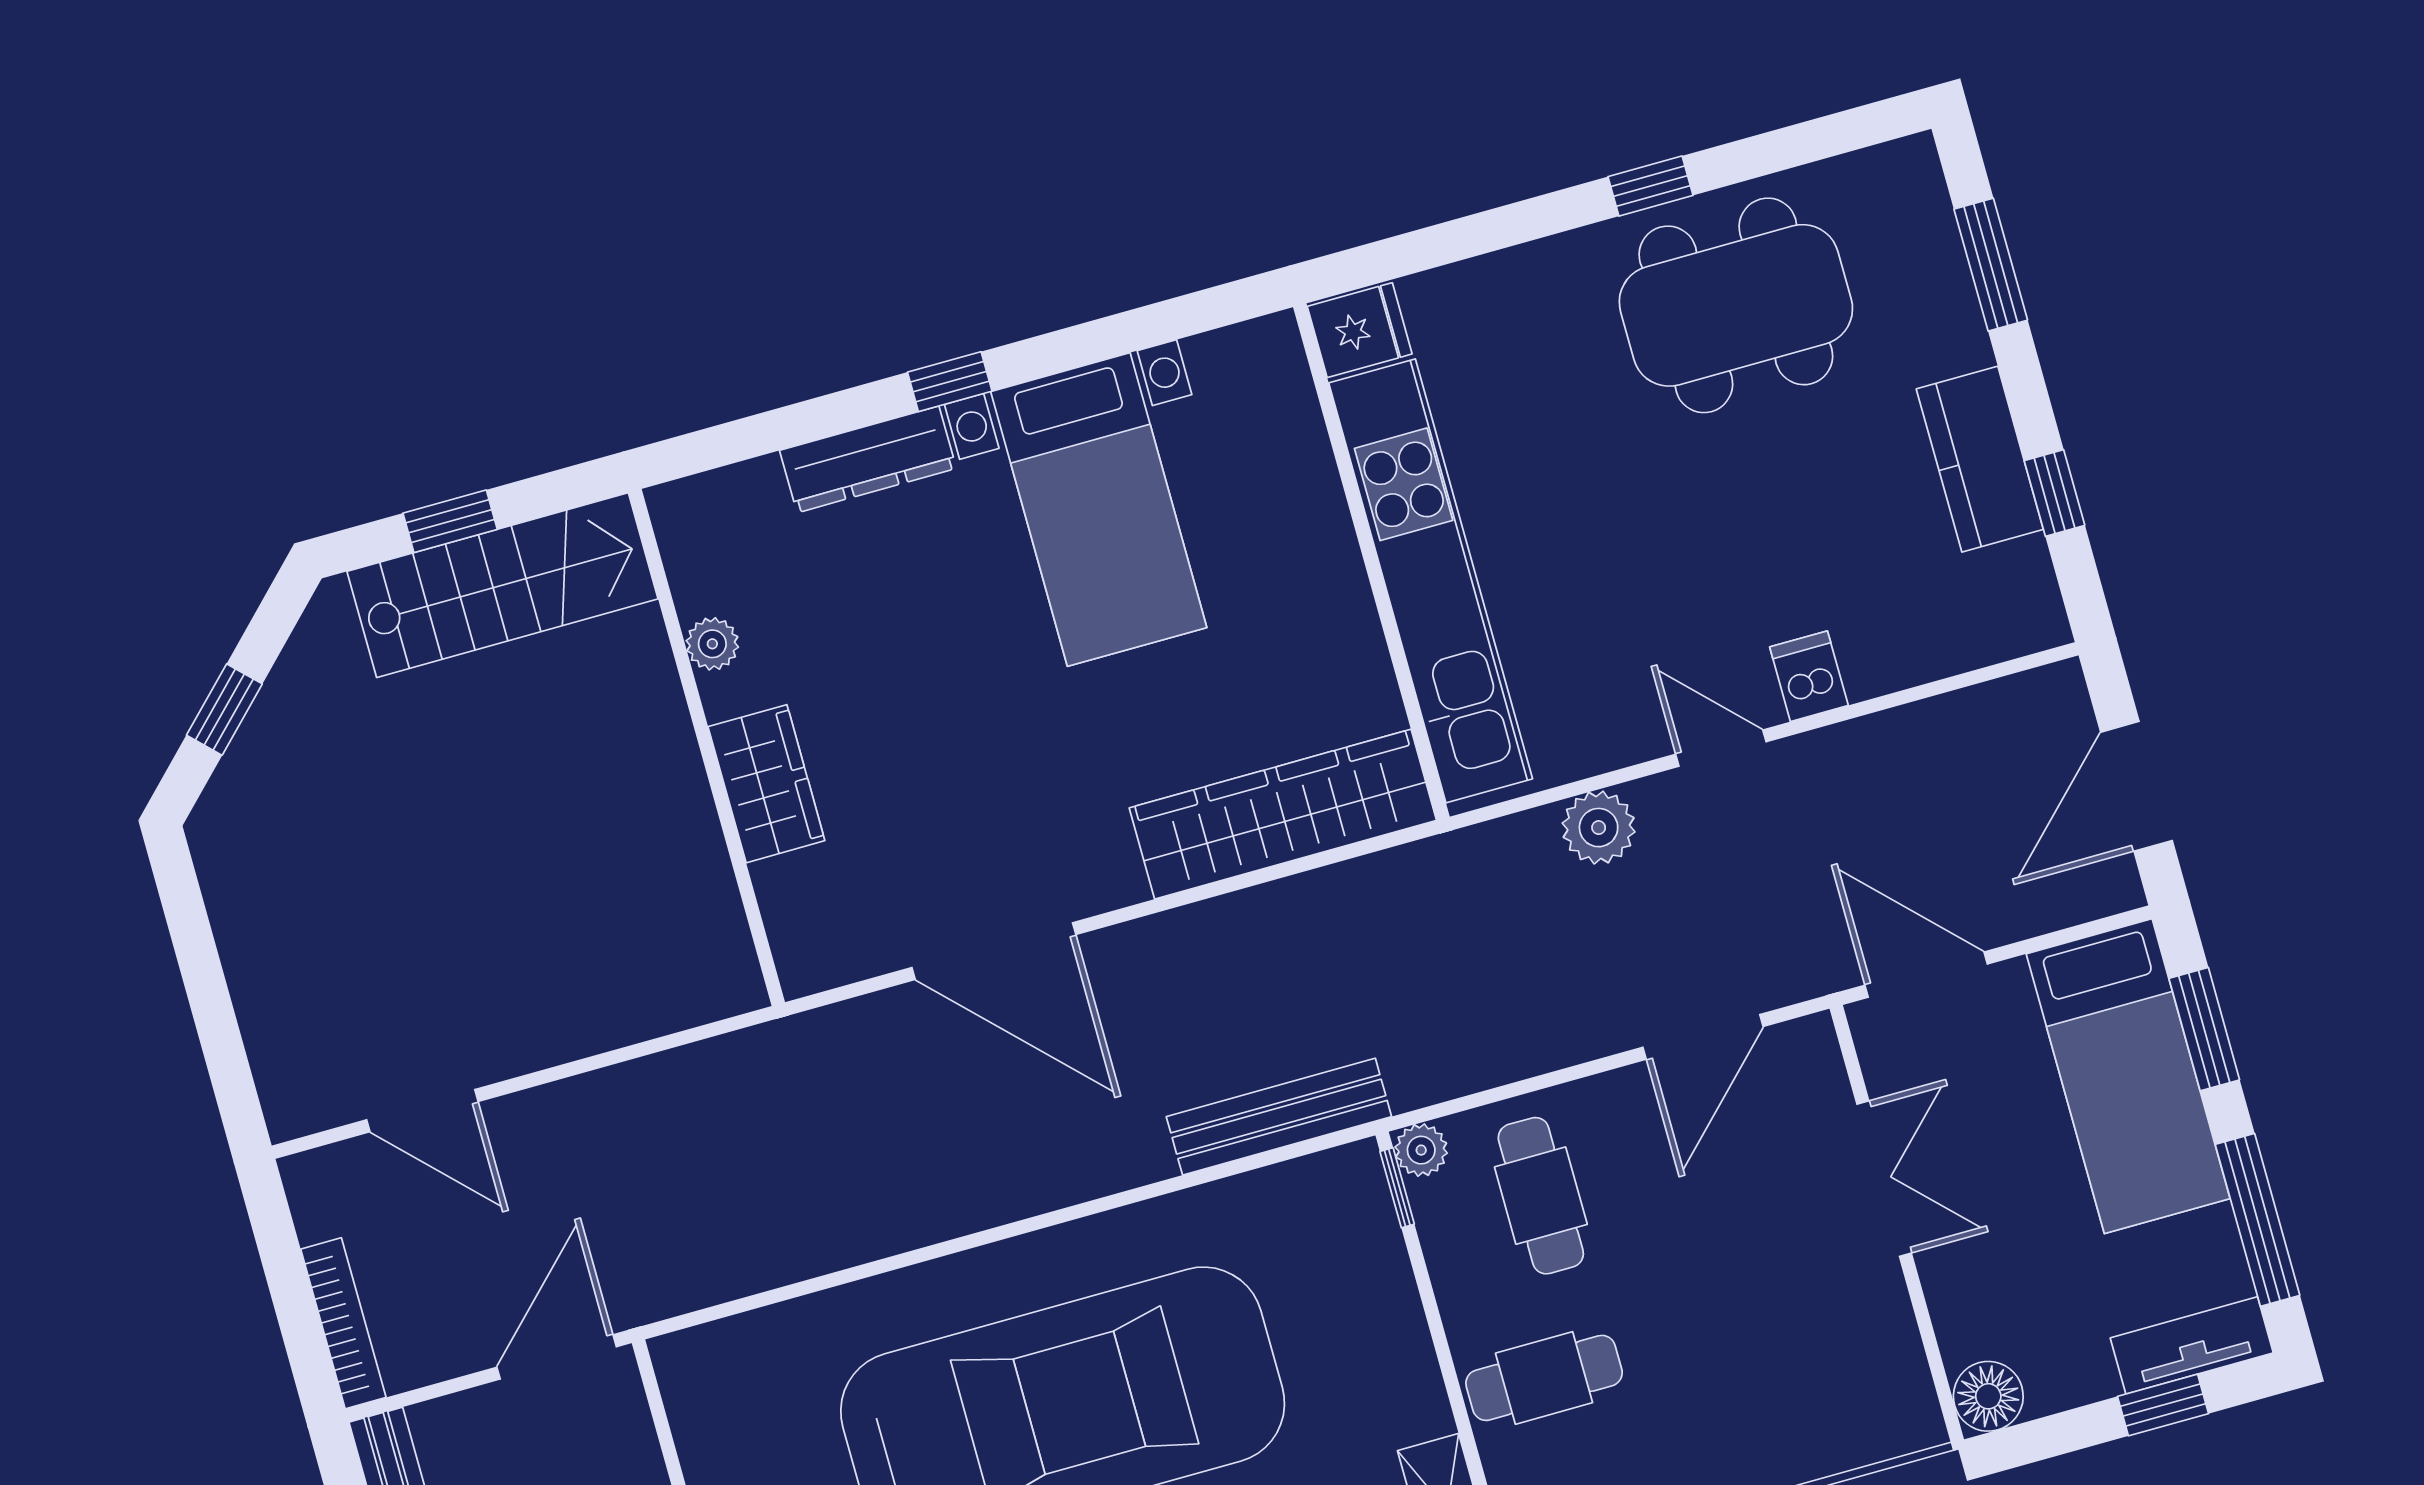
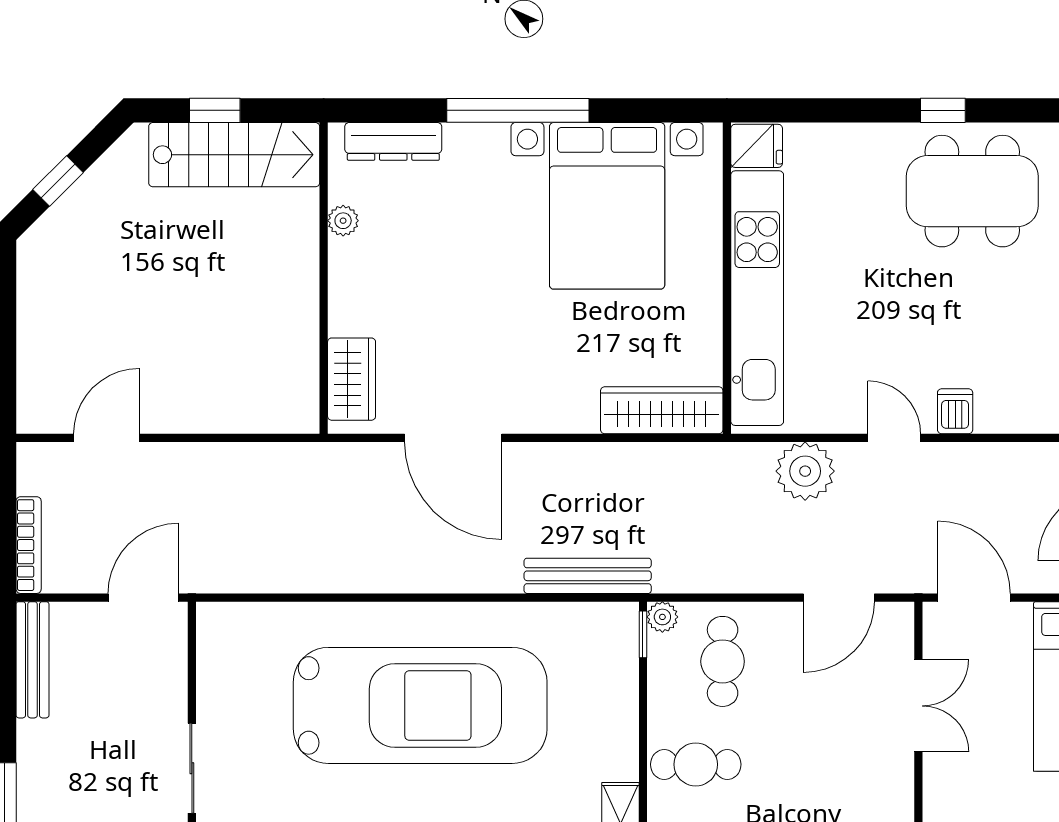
window: (950, 382) -> (518, 110), width x3.17
dresser: (868, 459) -> (393, 141), moved
bed with nightstands: (1099, 510) -> (607, 206), width x1.36
wardrobe: (766, 784) -> (352, 379), moved
wardrobe: (1283, 814) -> (662, 410), width x0.71, depth x0.85
plant: (1599, 828) -> (805, 471), width x1.36, depth x1.36
door: (422, 1111) -> (107, 438), swing flipped

